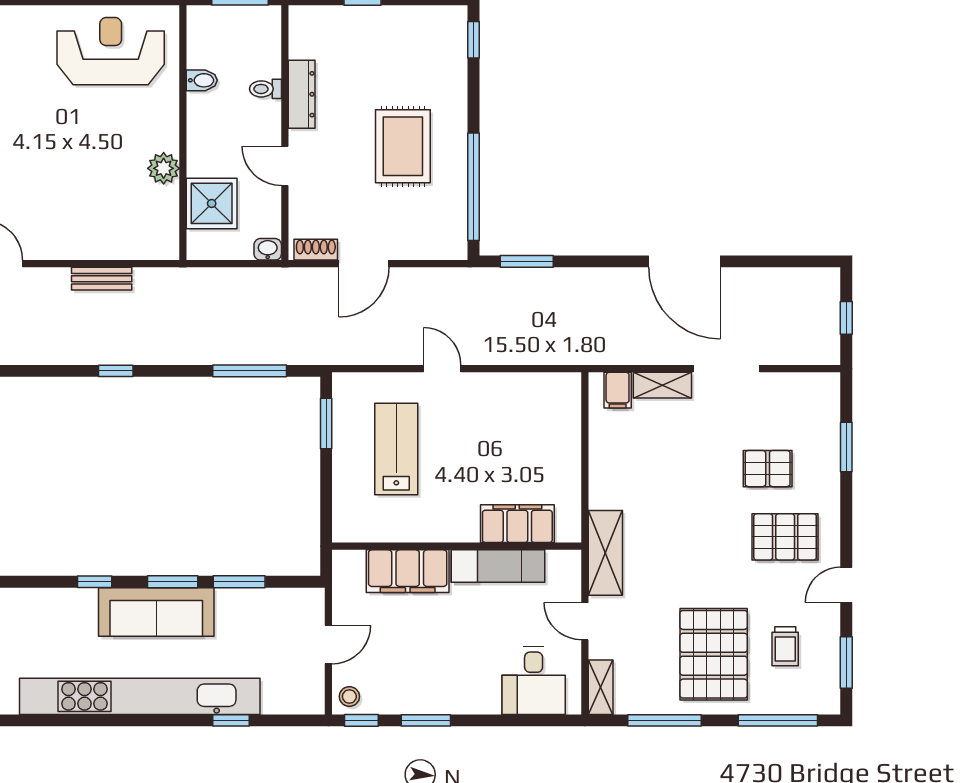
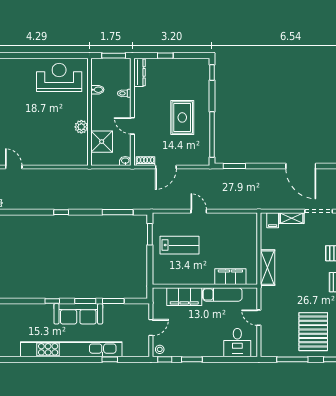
dresser: (302, 94) -> (140, 72), moved
bench: (102, 279) -> (55, 173), removed
lab bench: (396, 449) -> (179, 245), turned 90
shelving: (605, 553) -> (268, 268), moved
shelving: (601, 687) -> (266, 345), removed

